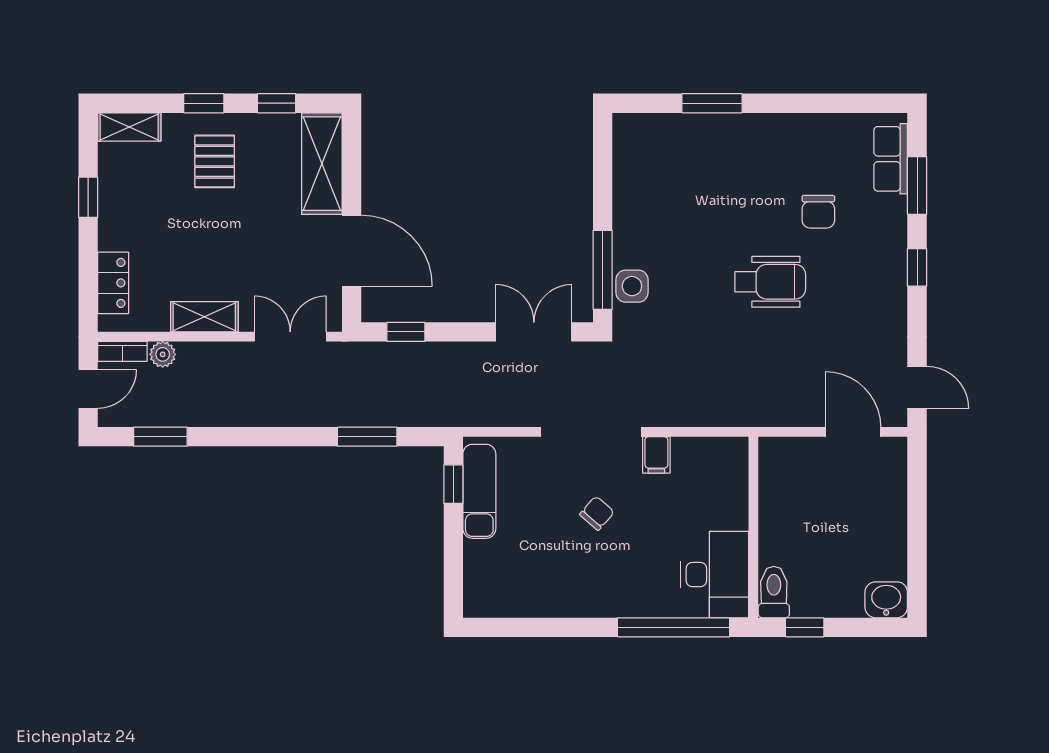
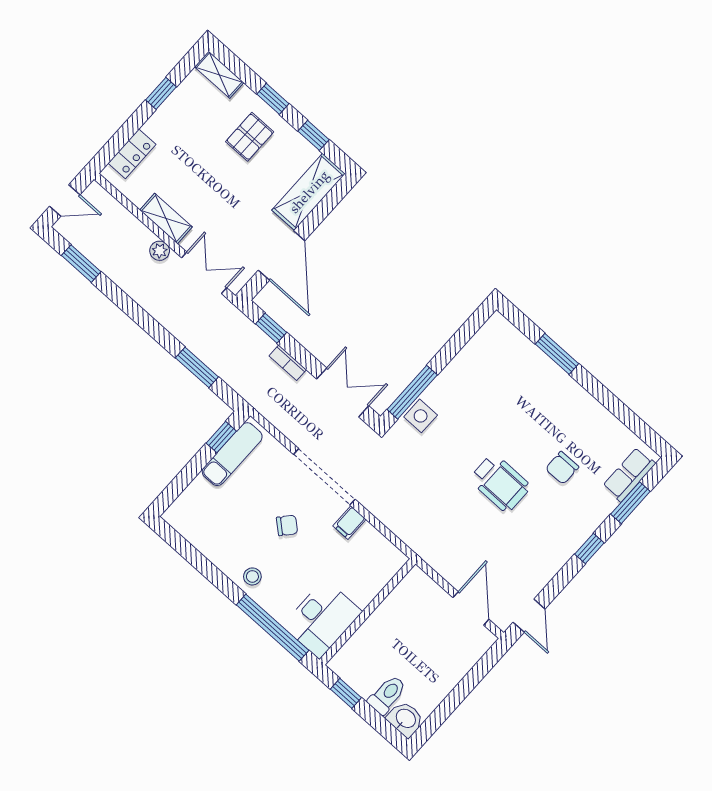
bookcase: (122, 351) -> (288, 363), moved
plant: (163, 354) -> (160, 251), moved
toilet: (774, 592) -> (387, 695), moved
stool: (608, 595) -> (252, 576), added

